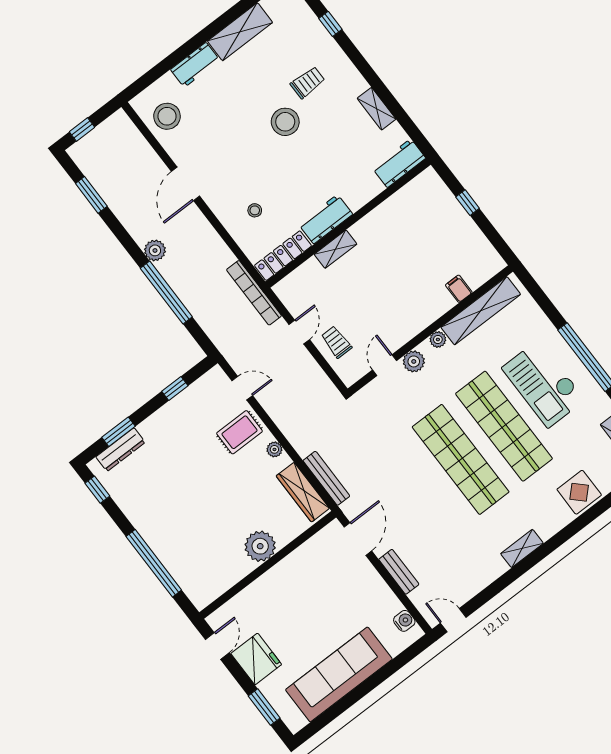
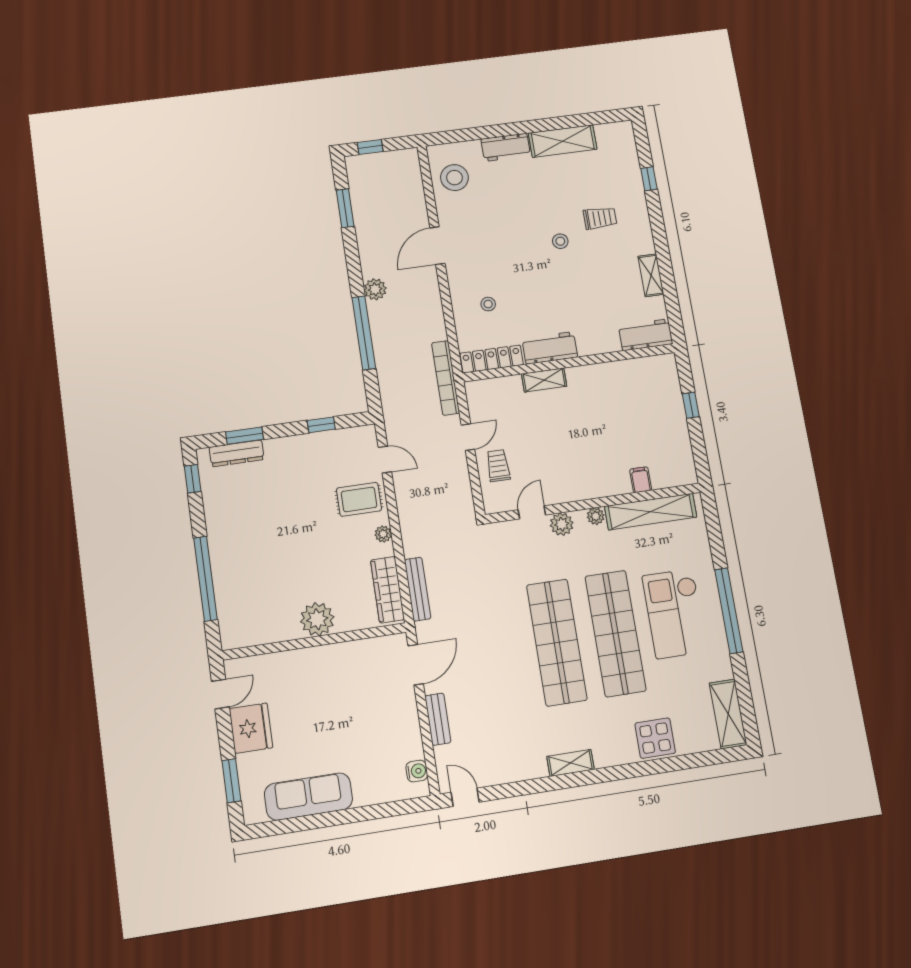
stool: (285, 122) -> (560, 241), width x0.53, depth x0.53
sofa: (339, 674) -> (308, 797), width x0.74, depth x0.79

